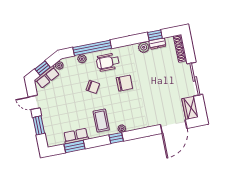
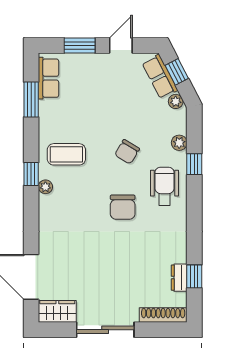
plant: (144, 47) -> (177, 253), removed
window: (92, 48) -> (194, 164), width x0.32
row of seats: (76, 136) -> (48, 78), moved

